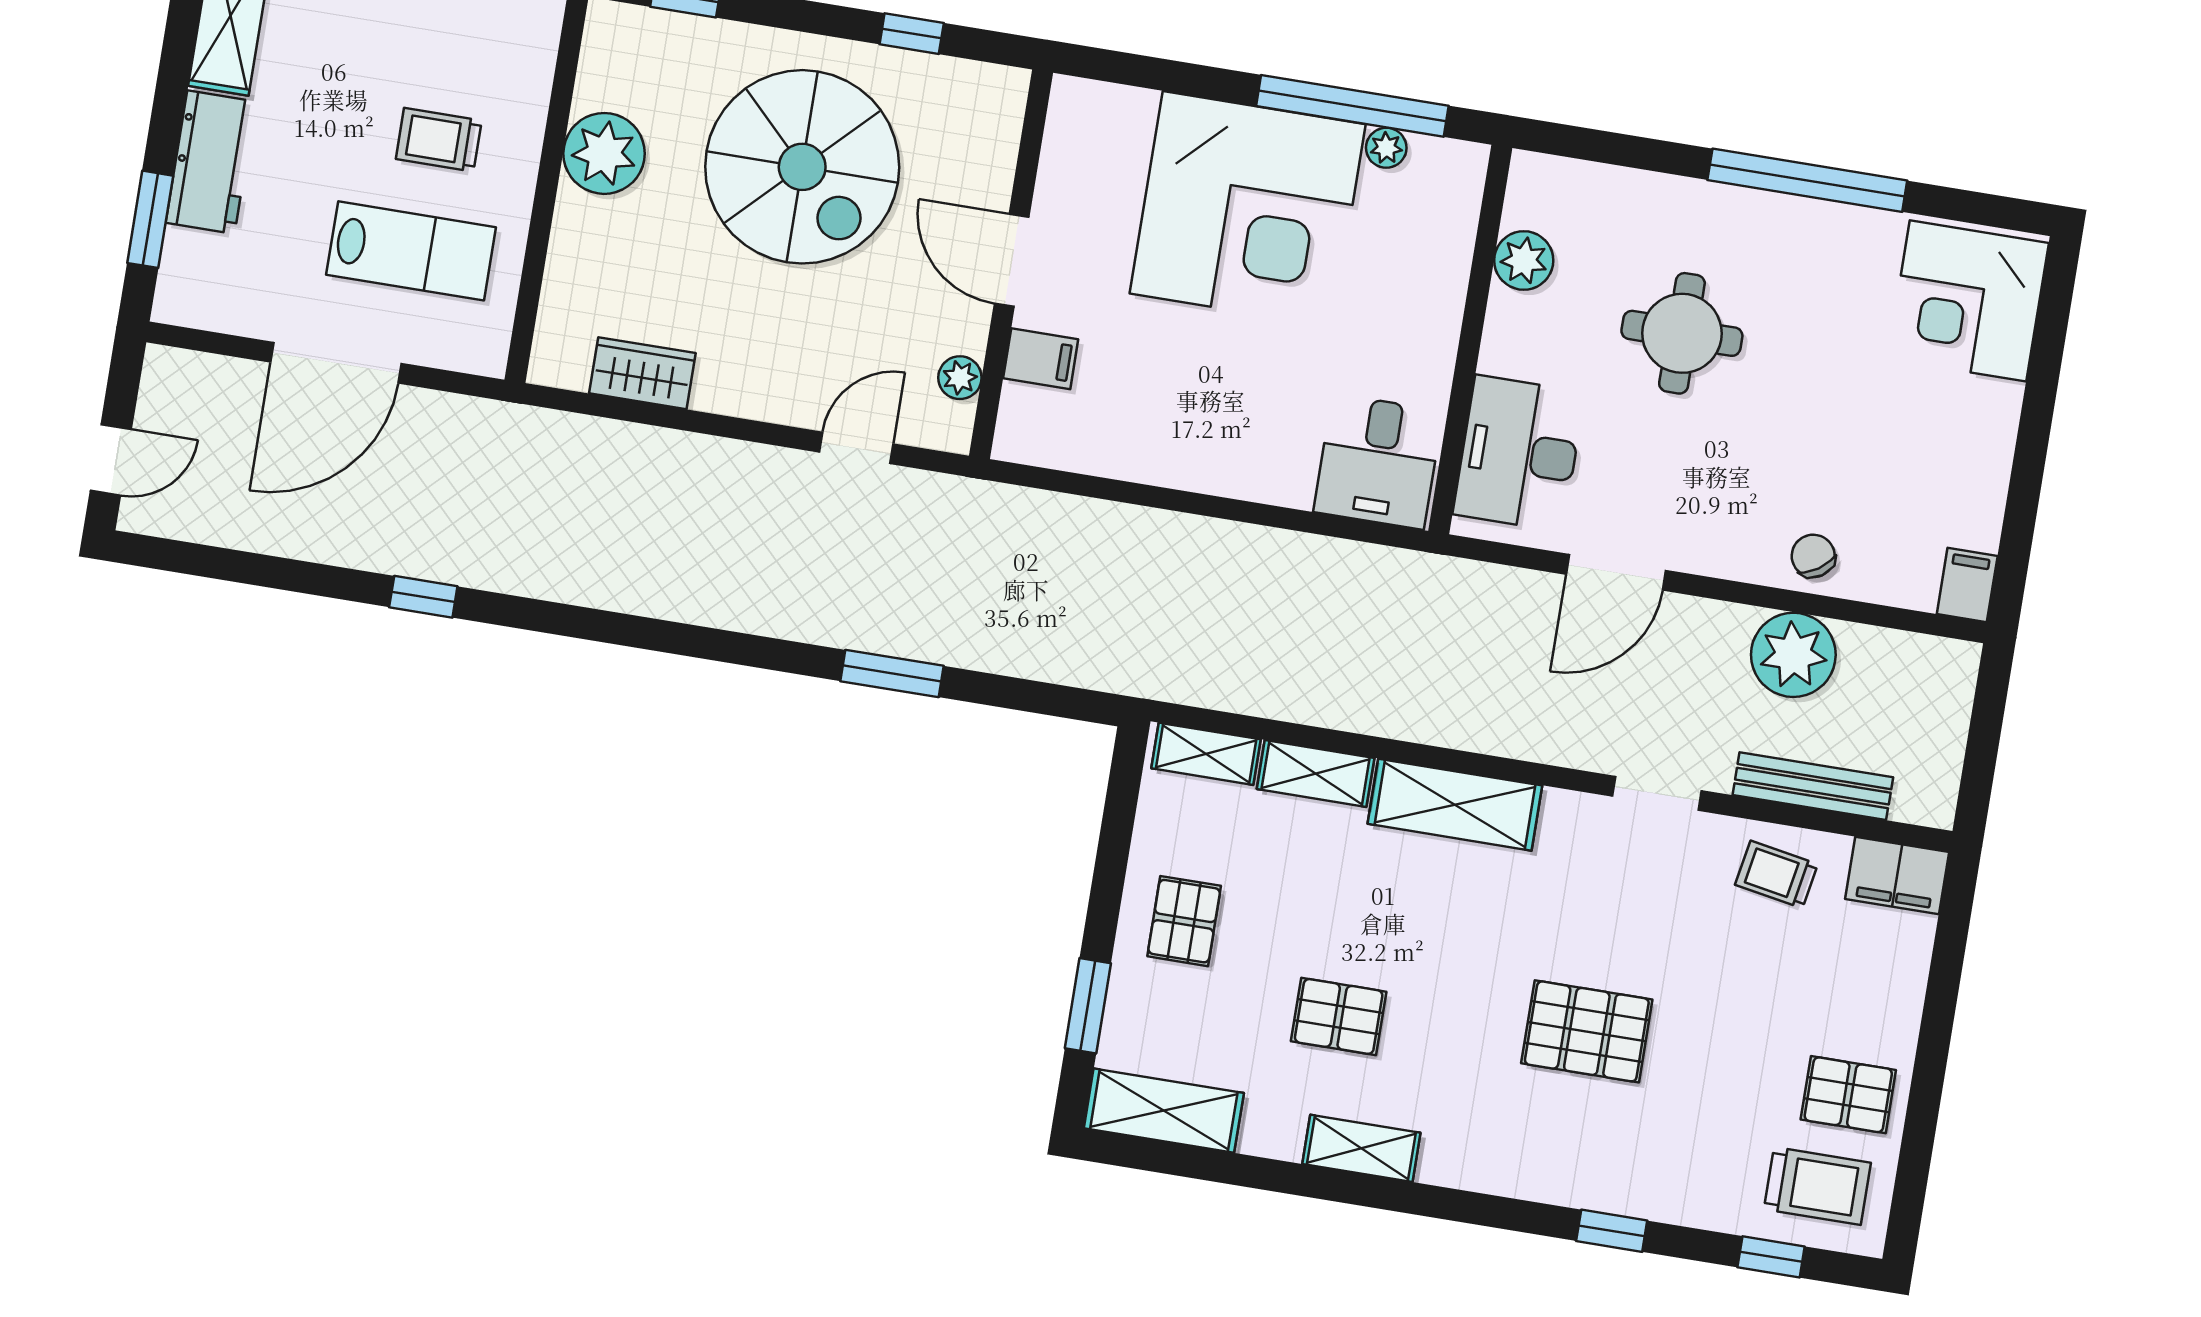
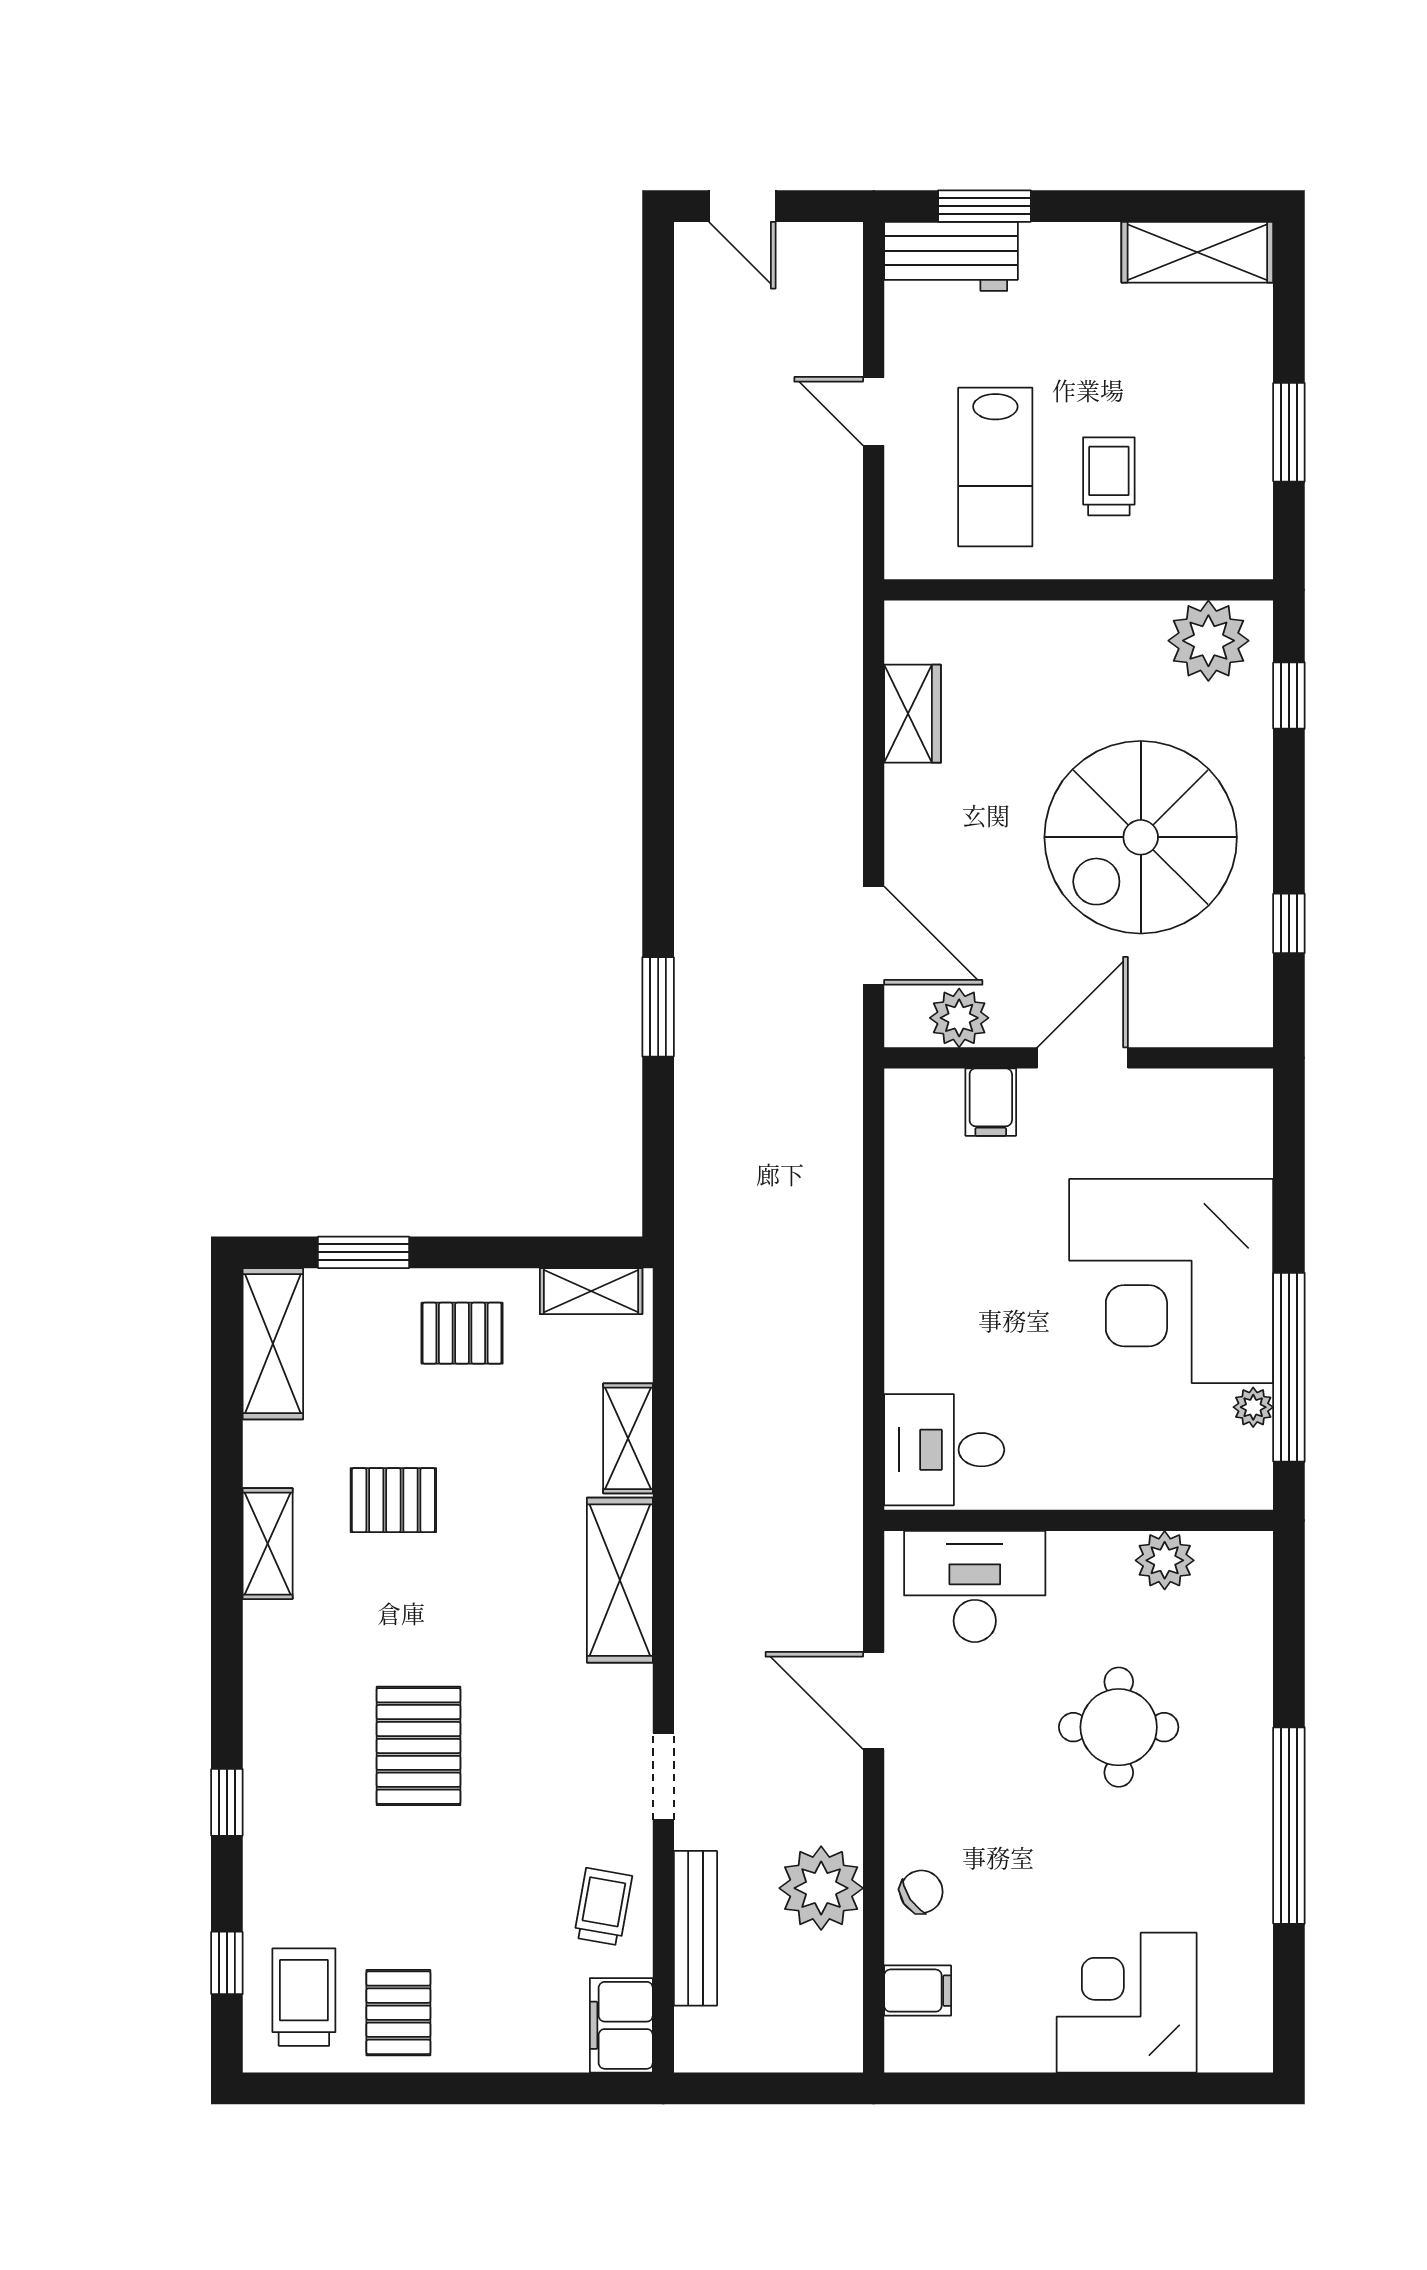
plant: (604, 153) -> (1208, 641), moved
workbench: (211, 162) -> (951, 256), moved
corner desk: (1968, 301) -> (1127, 2003), moved
door: (336, 363) -> (874, 411), width x0.53
plant: (960, 378) -> (959, 1018), width x1.38, depth x1.38
door: (856, 448) -> (874, 936), width x1.38
filing cabinet: (1967, 585) -> (918, 1991), moved
window: (423, 597) -> (658, 535), removed
shelving: (1206, 754) -> (591, 1291), moved, turned 90
pallet: (1339, 1016) -> (393, 1500), turned 90
trolley: (1817, 1186) -> (304, 1997), turned 180

